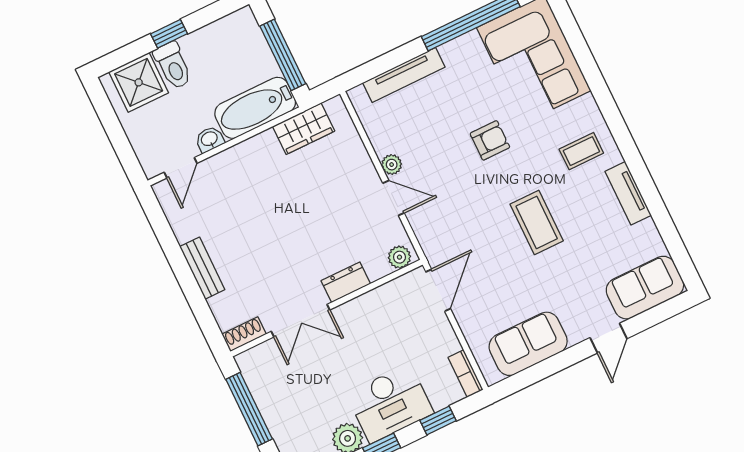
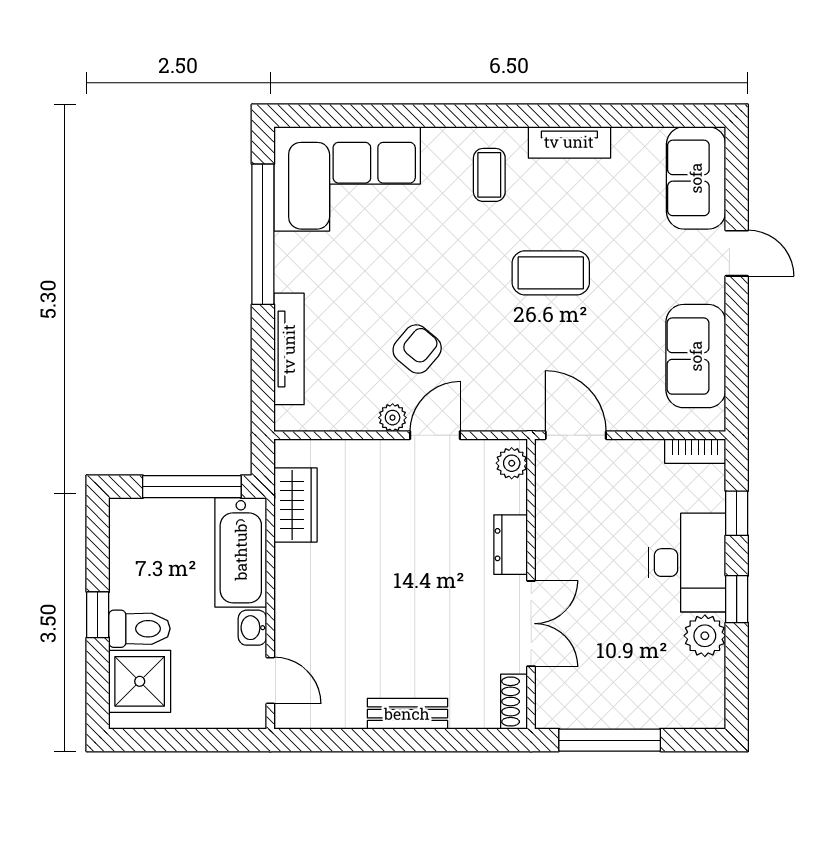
armchair: (490, 140) -> (417, 349), moved, turned 40

